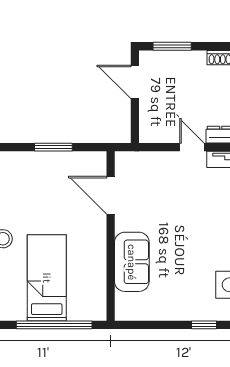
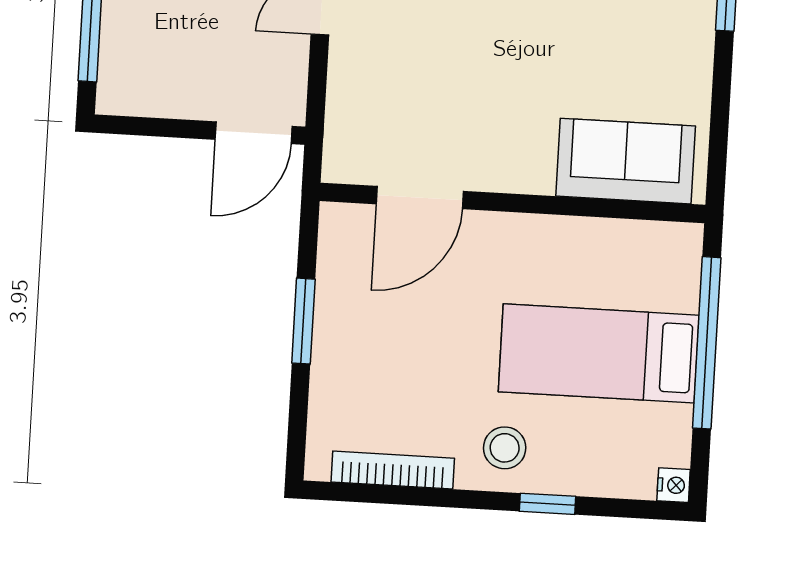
door: (135, 82) -> (254, 133), moved
sofa: (132, 262) -> (626, 161), moved

